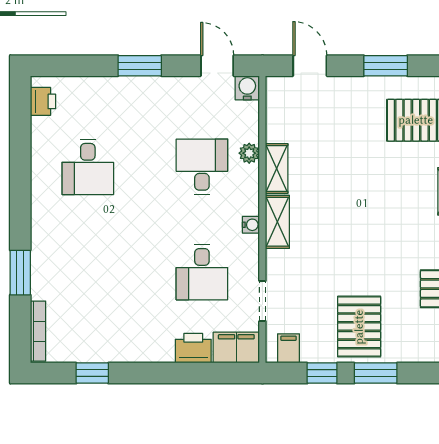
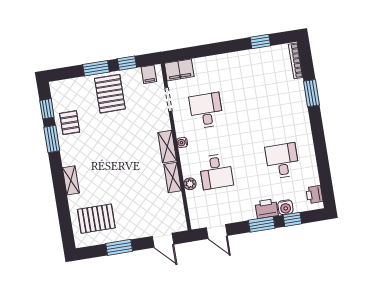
window: (87, 66) -> (292, 219), added
water cooler: (247, 88) -> (285, 207), moved
printer: (193, 348) -> (267, 209), moved, turned 180

